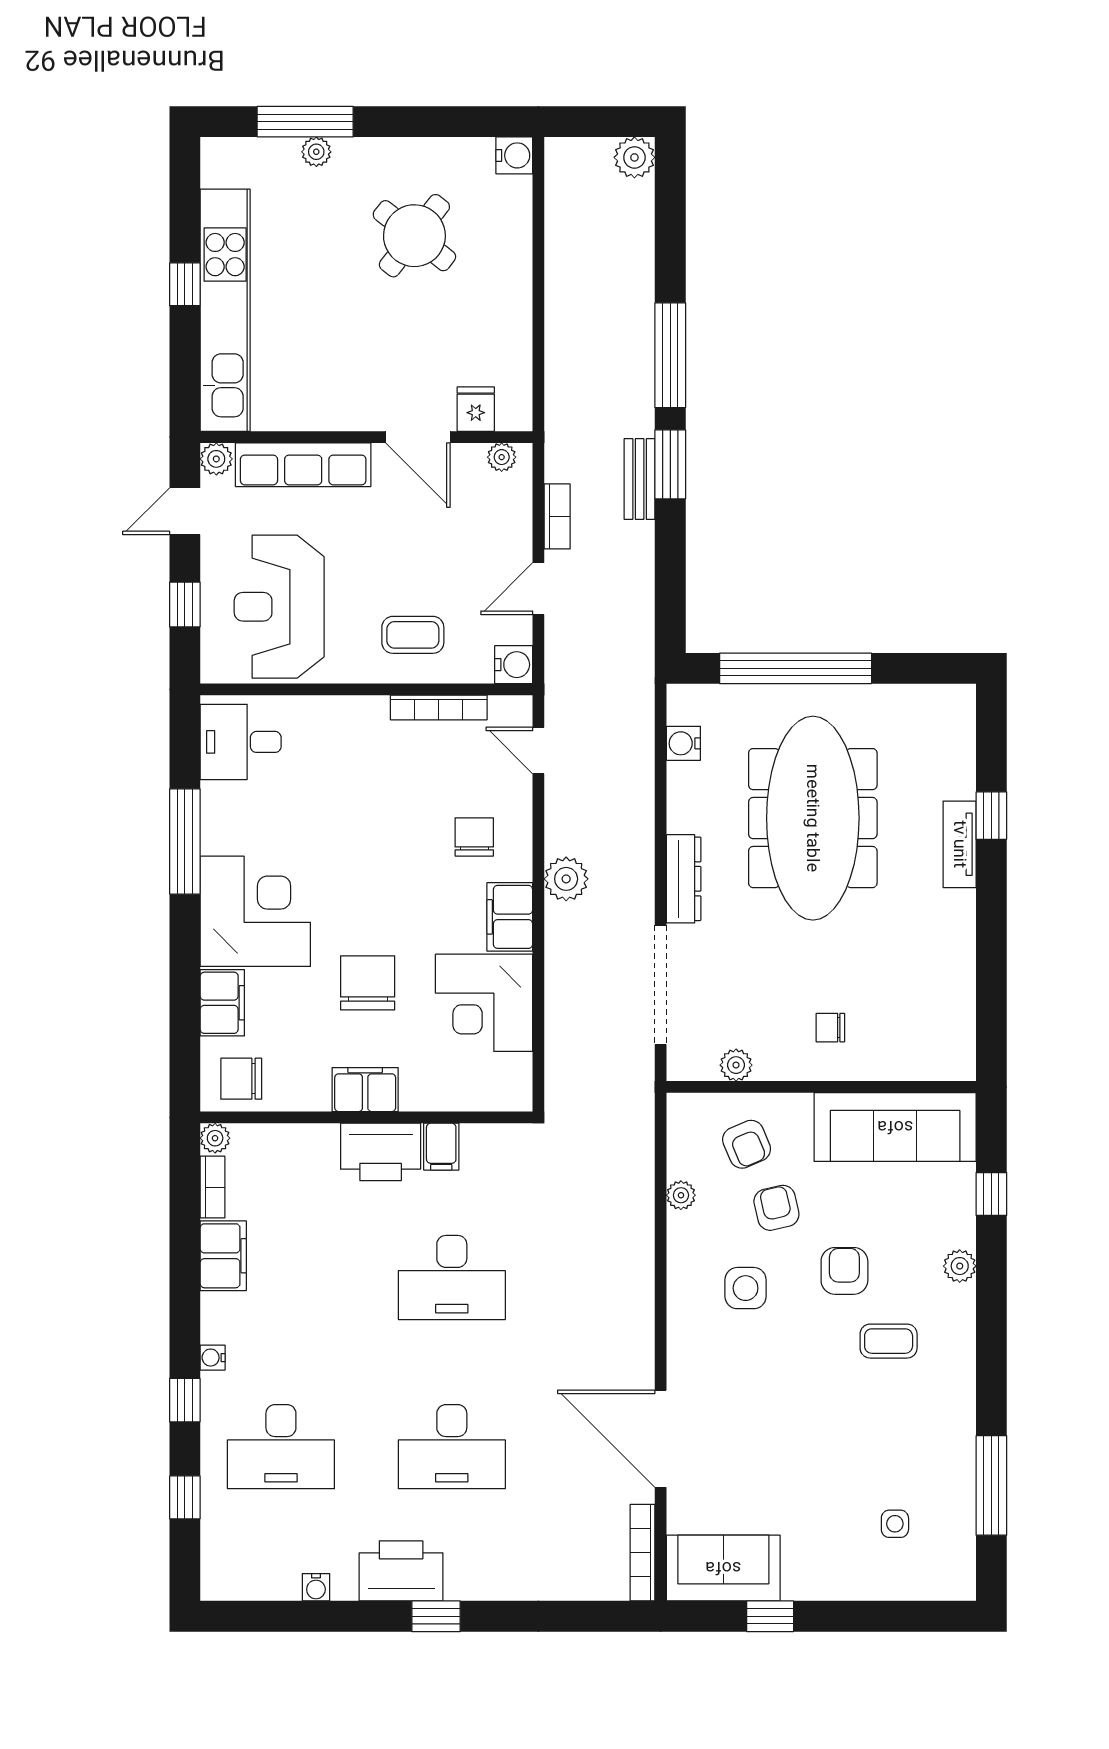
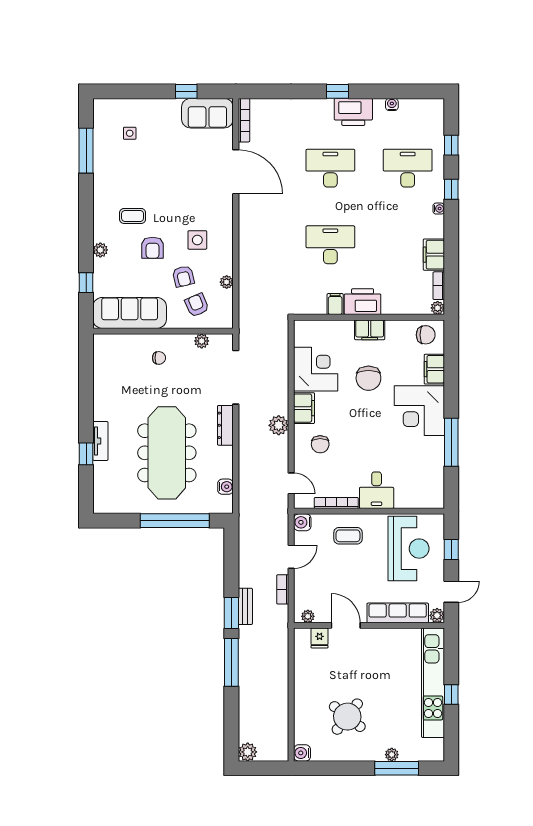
desk: (241, 742) -> (377, 490), moved, turned 90

